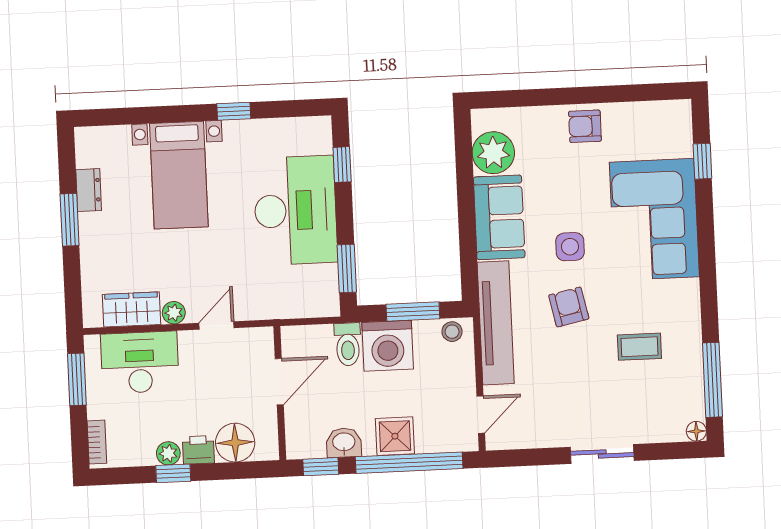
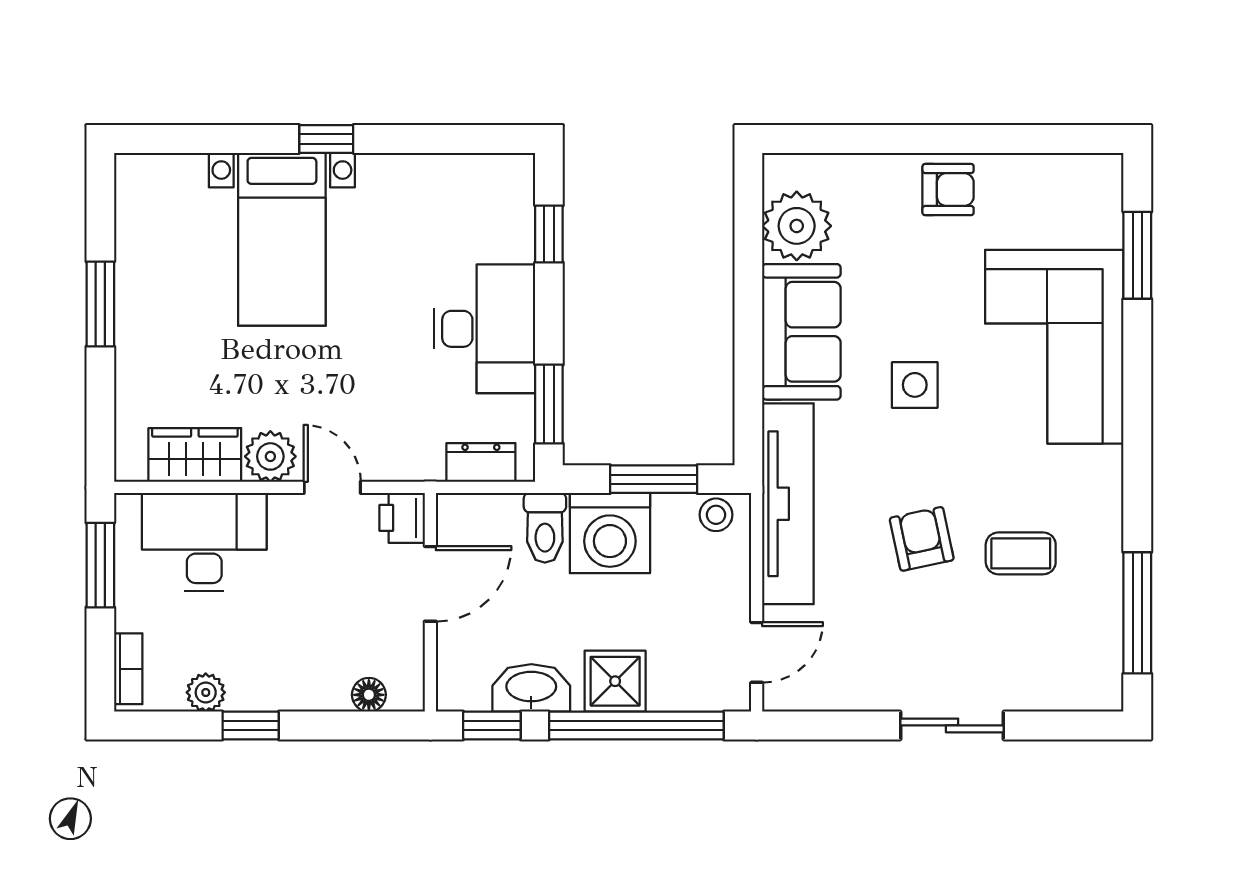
window: (234, 111) -> (326, 139), moved
armchair: (585, 126) -> (948, 190), turned 180
window: (702, 161) -> (1137, 255), width x1.50
dresser: (89, 190) -> (481, 462), moved, turned -90
desk: (295, 210) -> (485, 329), width x0.73, depth x0.77
armchair: (569, 307) -> (922, 539), moved
plant: (174, 313) -> (270, 456), width x1.38, depth x1.38
door: (217, 326) -> (332, 487), hinge flipped
floor lamp: (696, 431) -> (1107, 695), removed
floor lamp: (235, 443) -> (369, 695), width x0.53, depth x0.53
washbasin: (344, 443) -> (531, 688), width x1.38
printer: (198, 450) -> (402, 518), moved, turned -90
plant: (168, 453) -> (206, 692), moved

